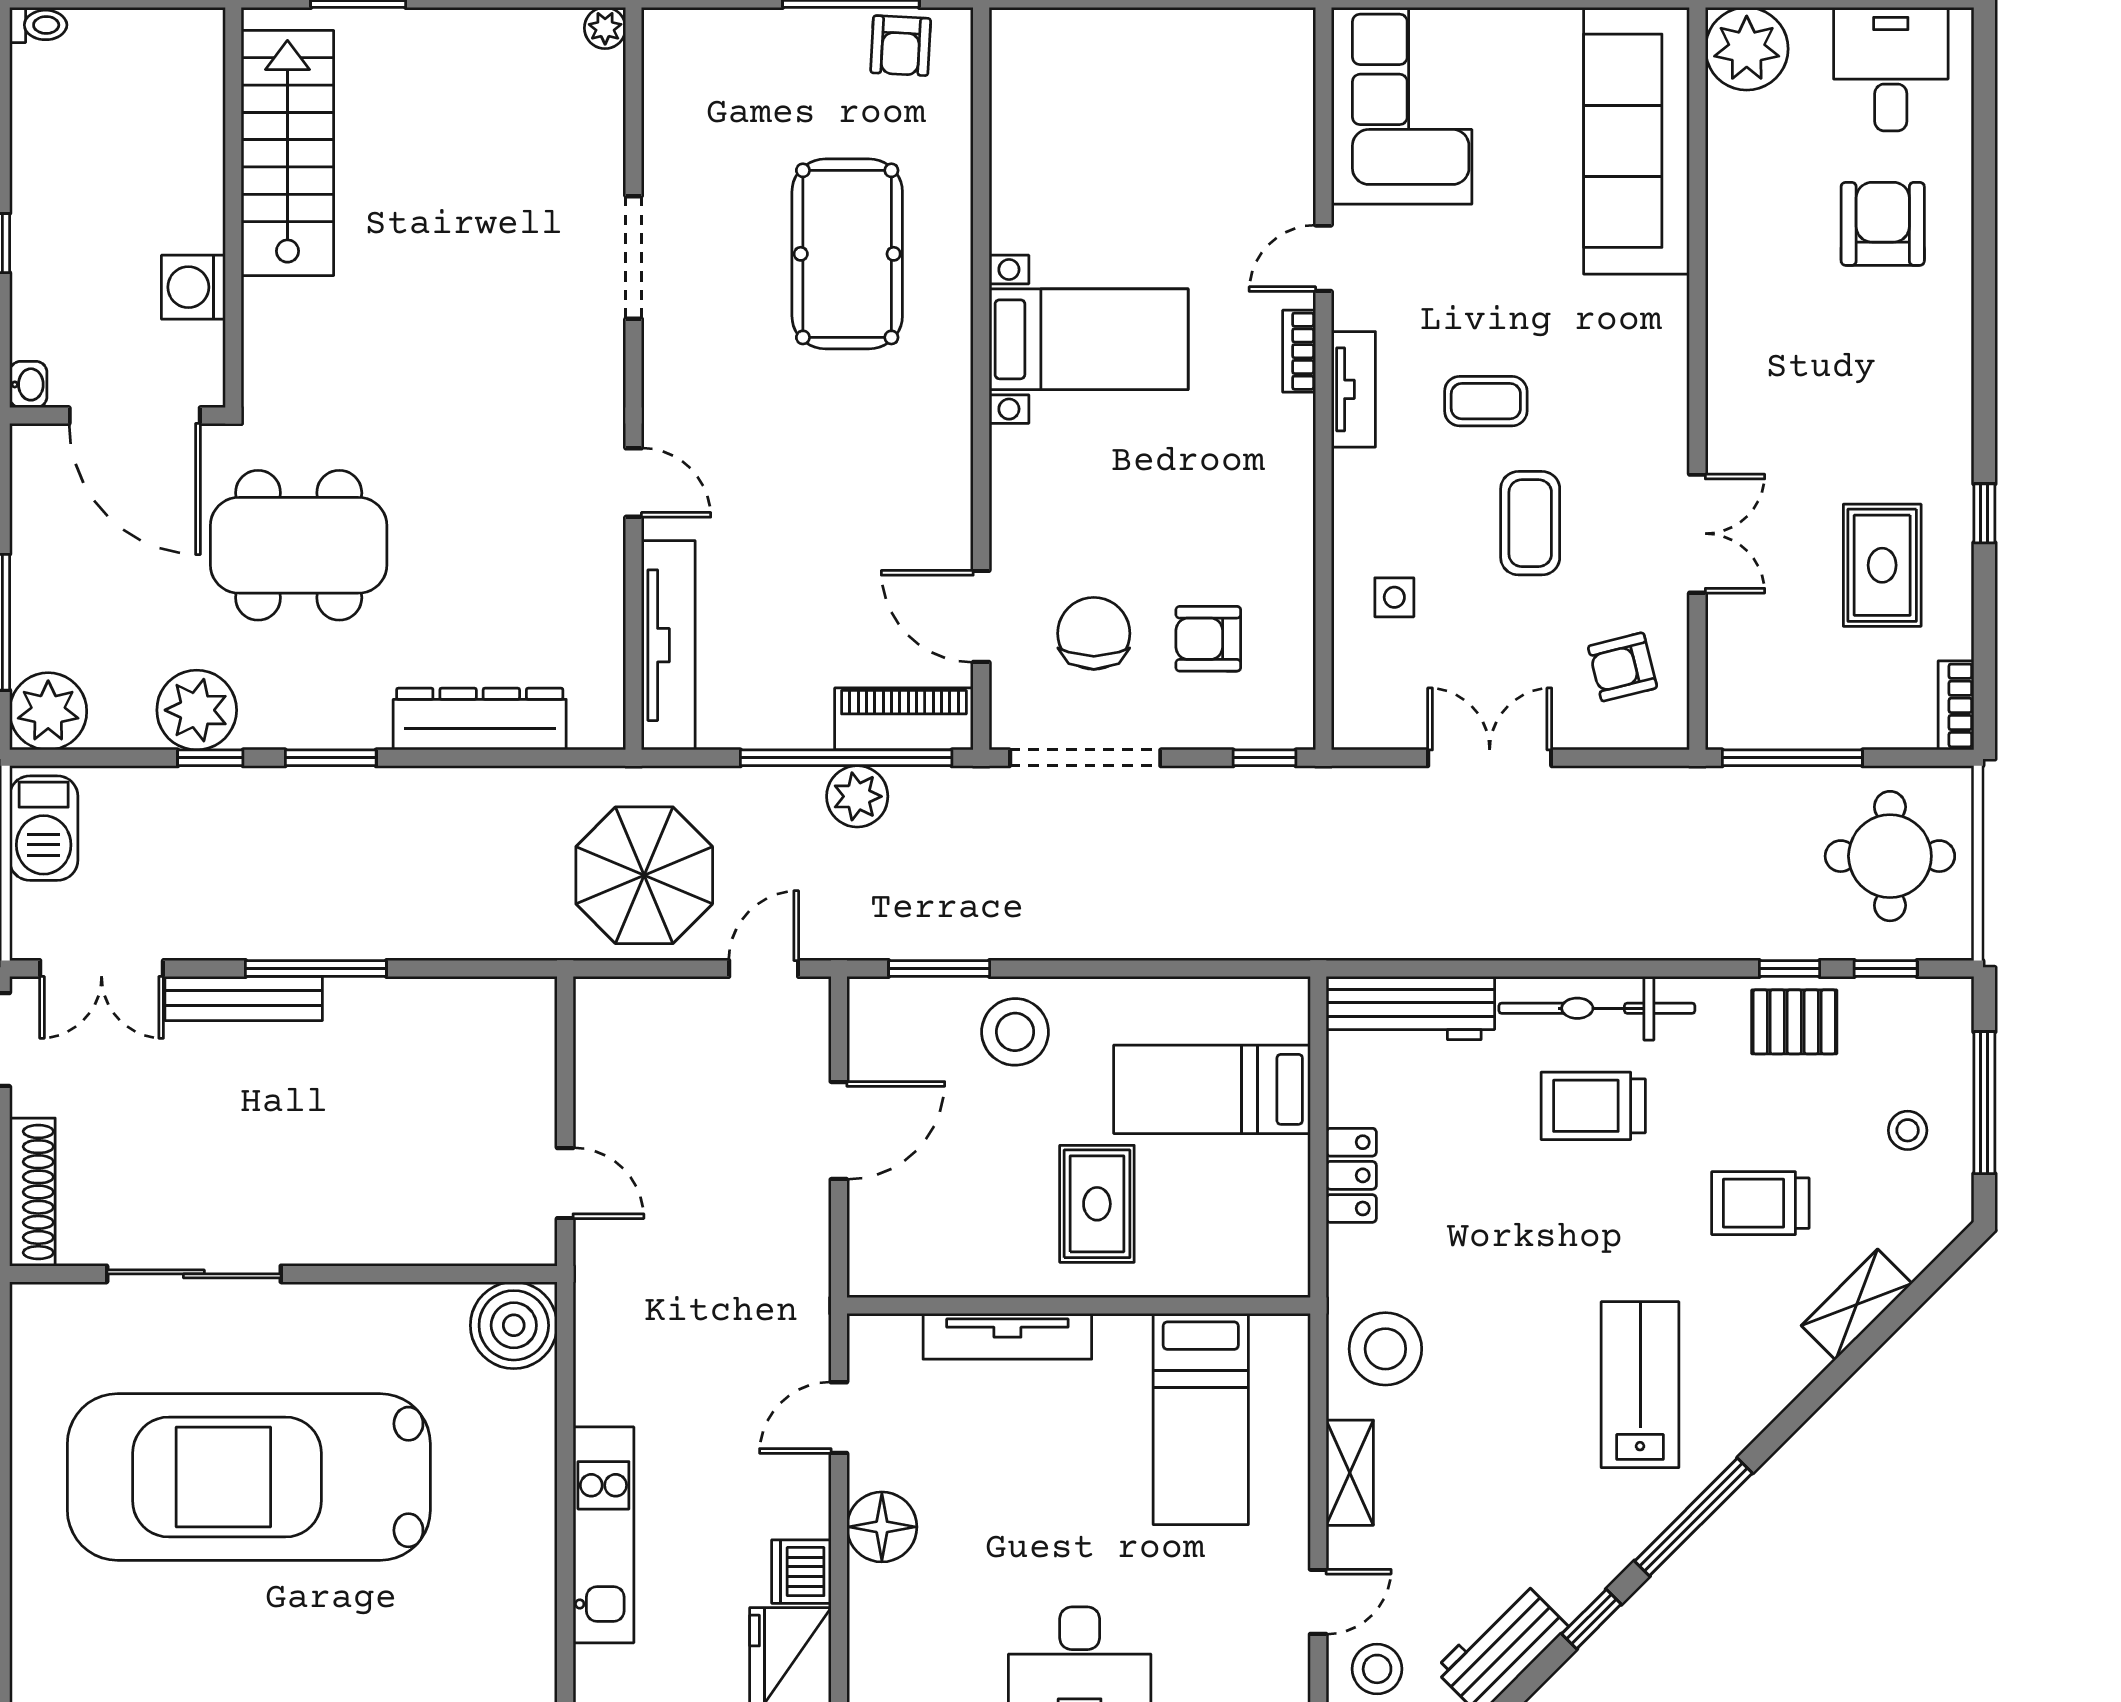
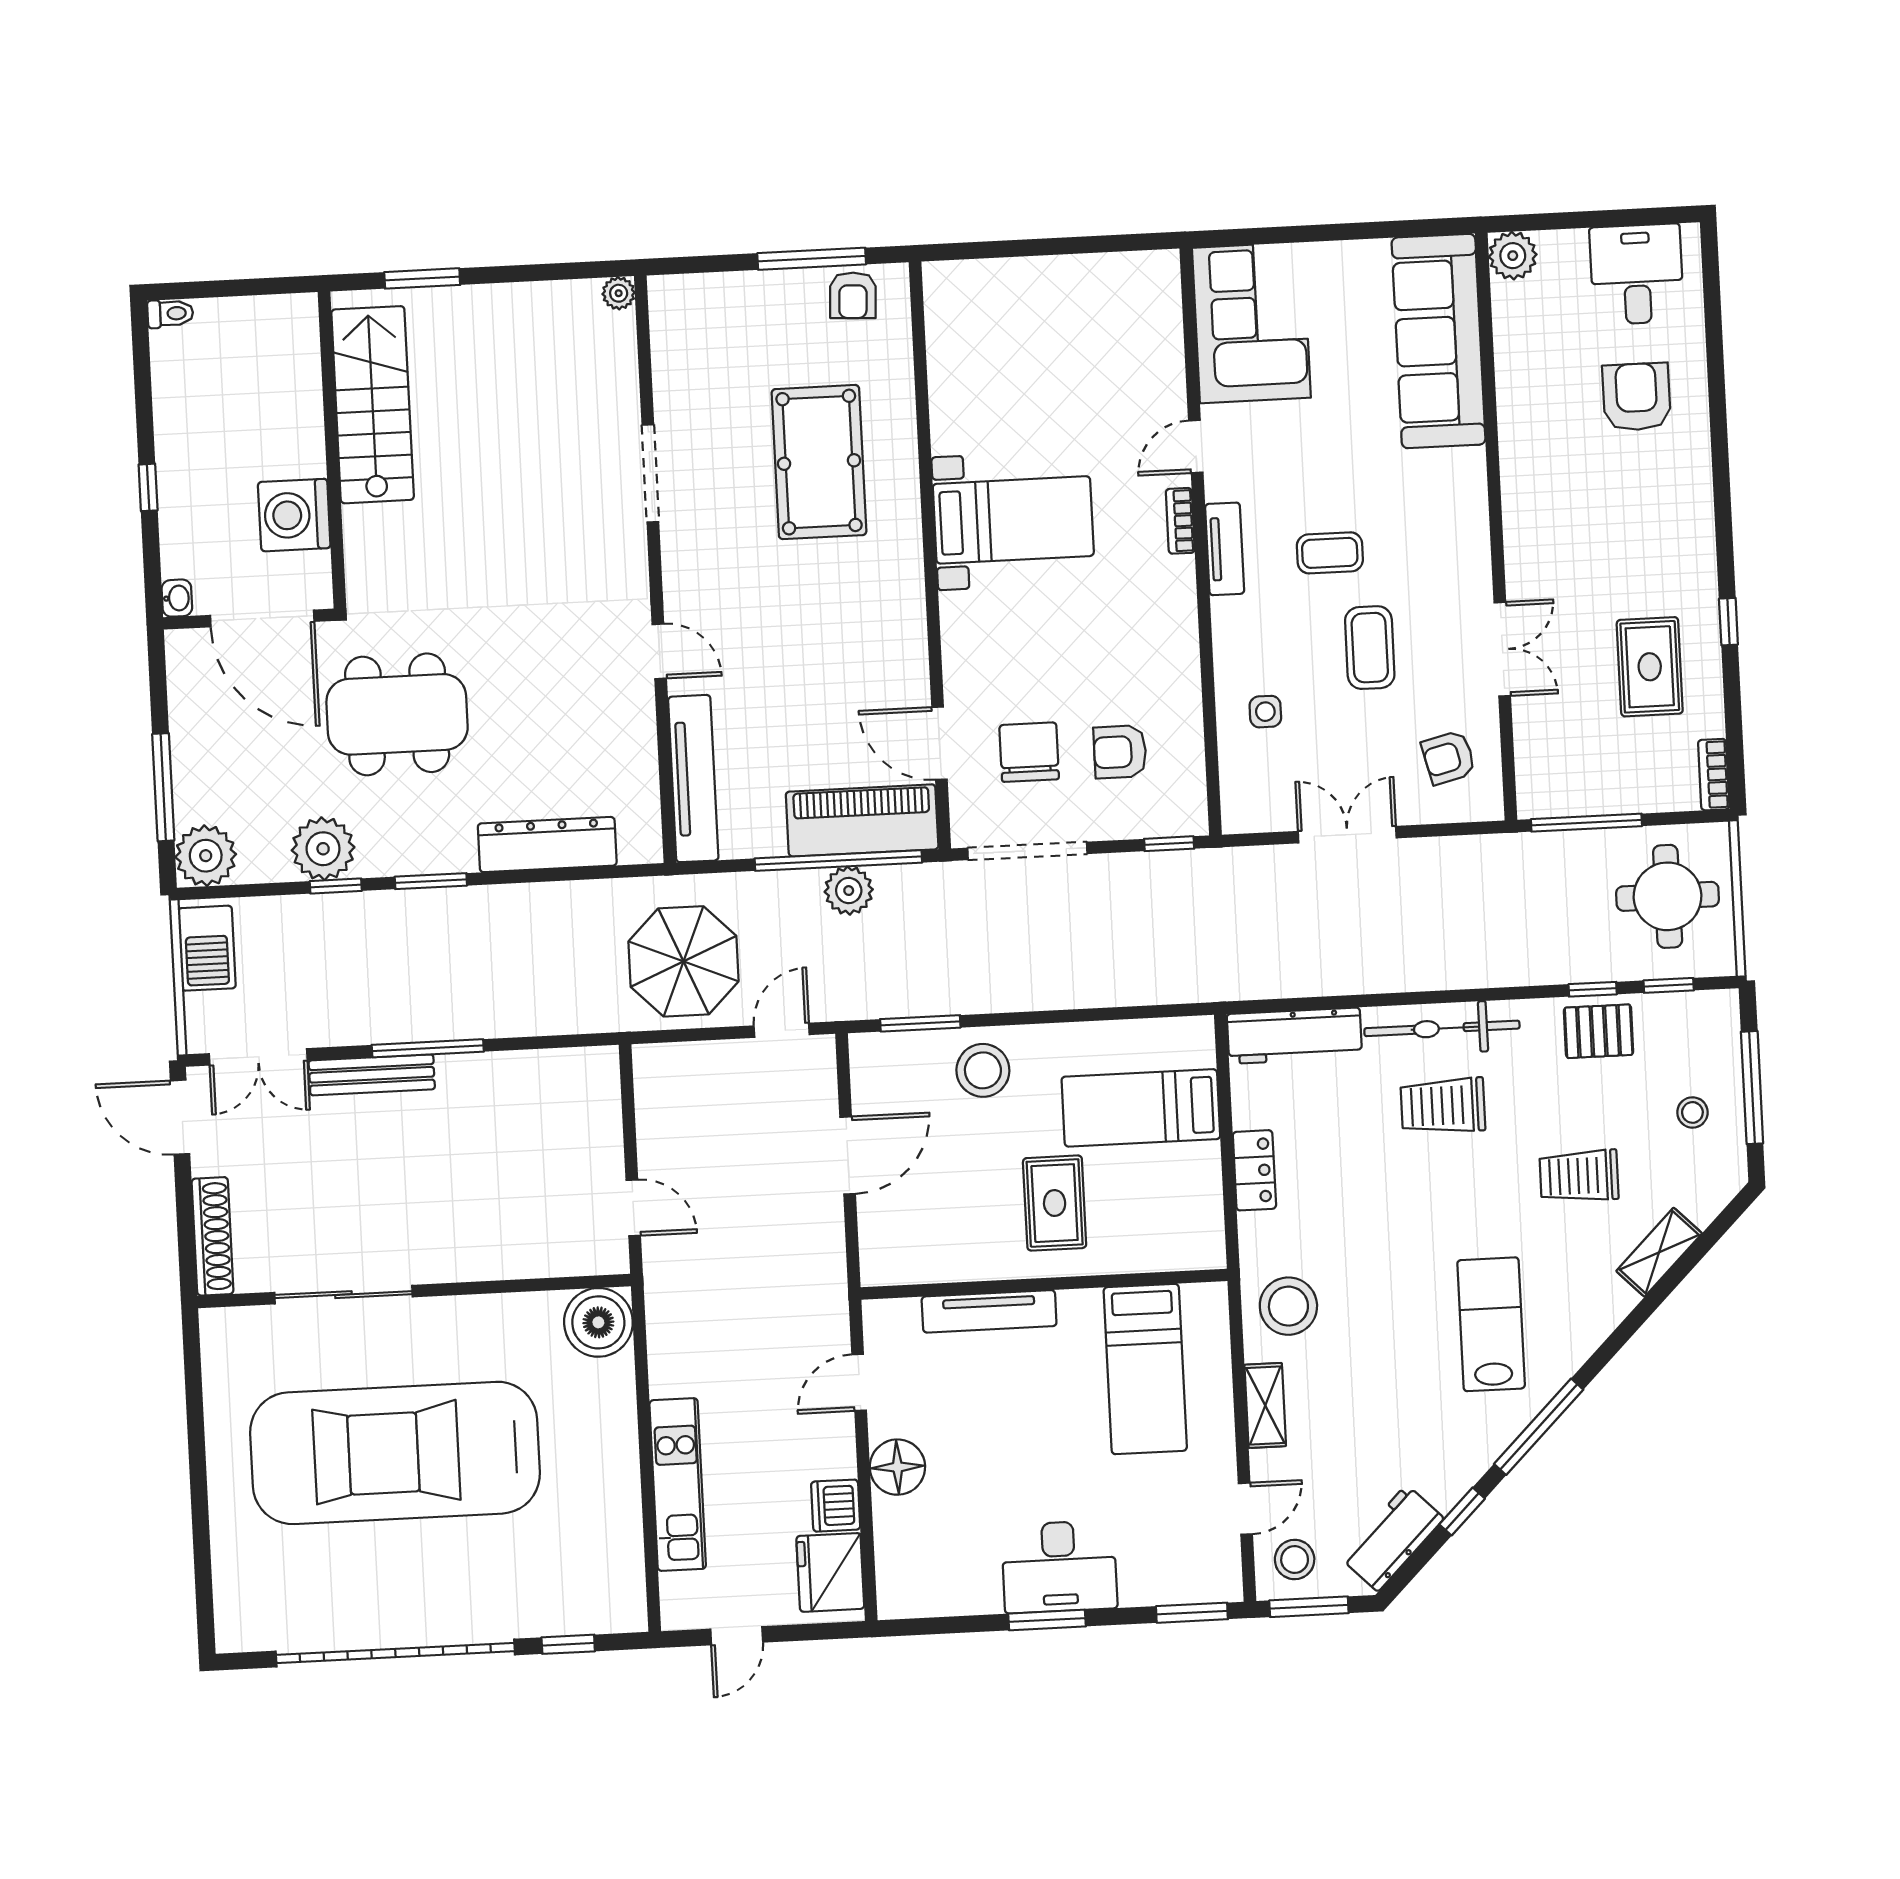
plant: (1747, 49) -> (1513, 256), width x0.73, depth x0.73
washing machine: (193, 287) -> (294, 515), width x1.37, depth x1.37
piano: (904, 719) -> (862, 820), width x1.37, depth x1.33

